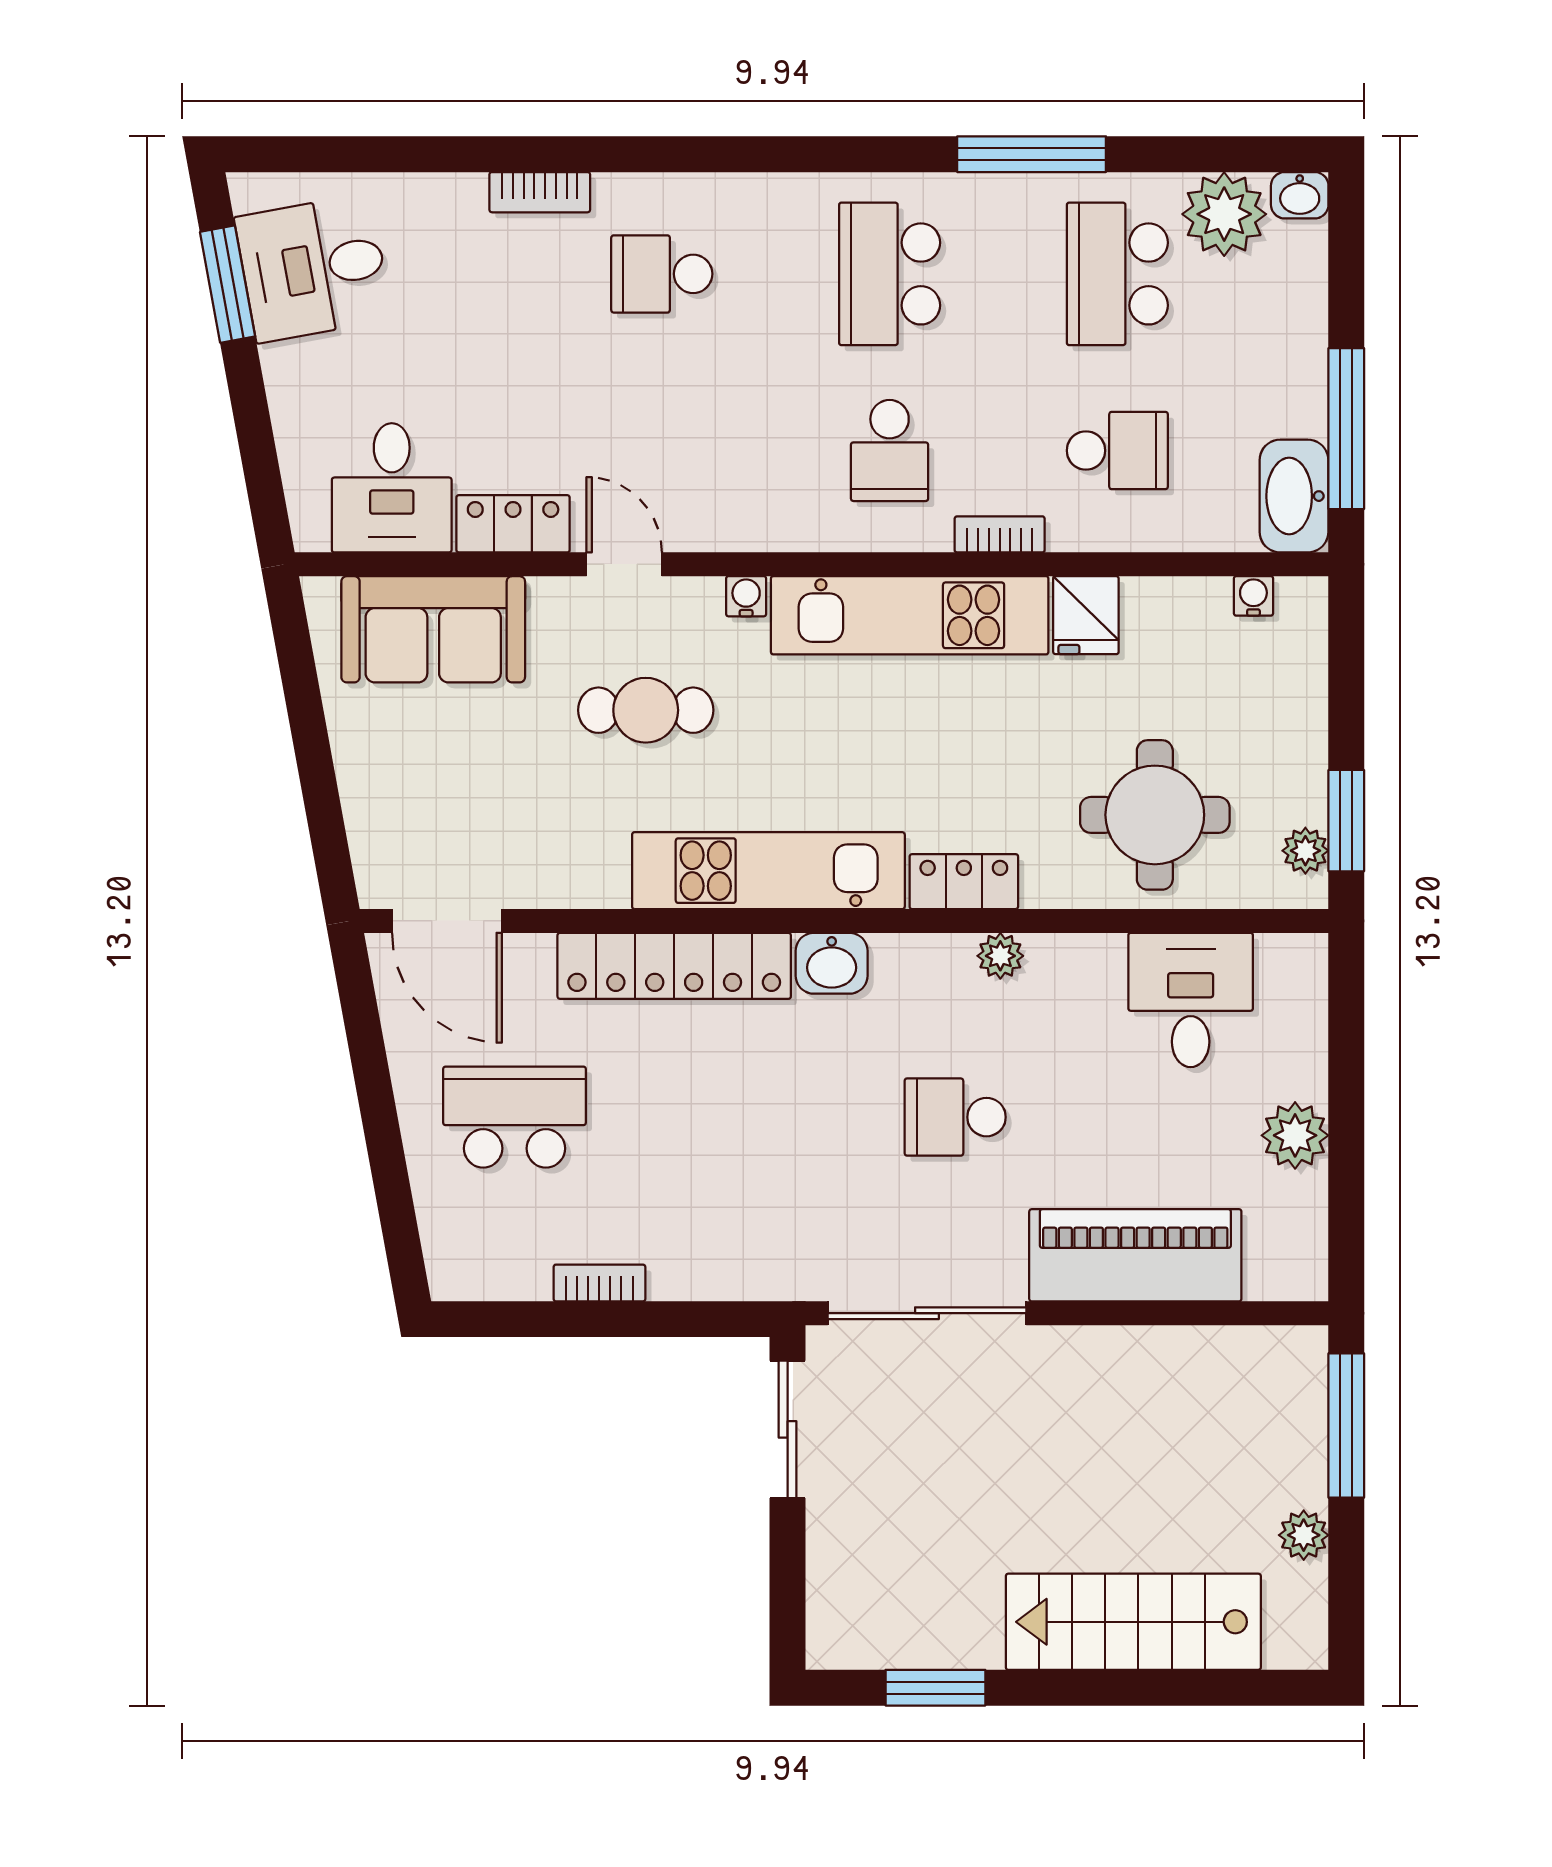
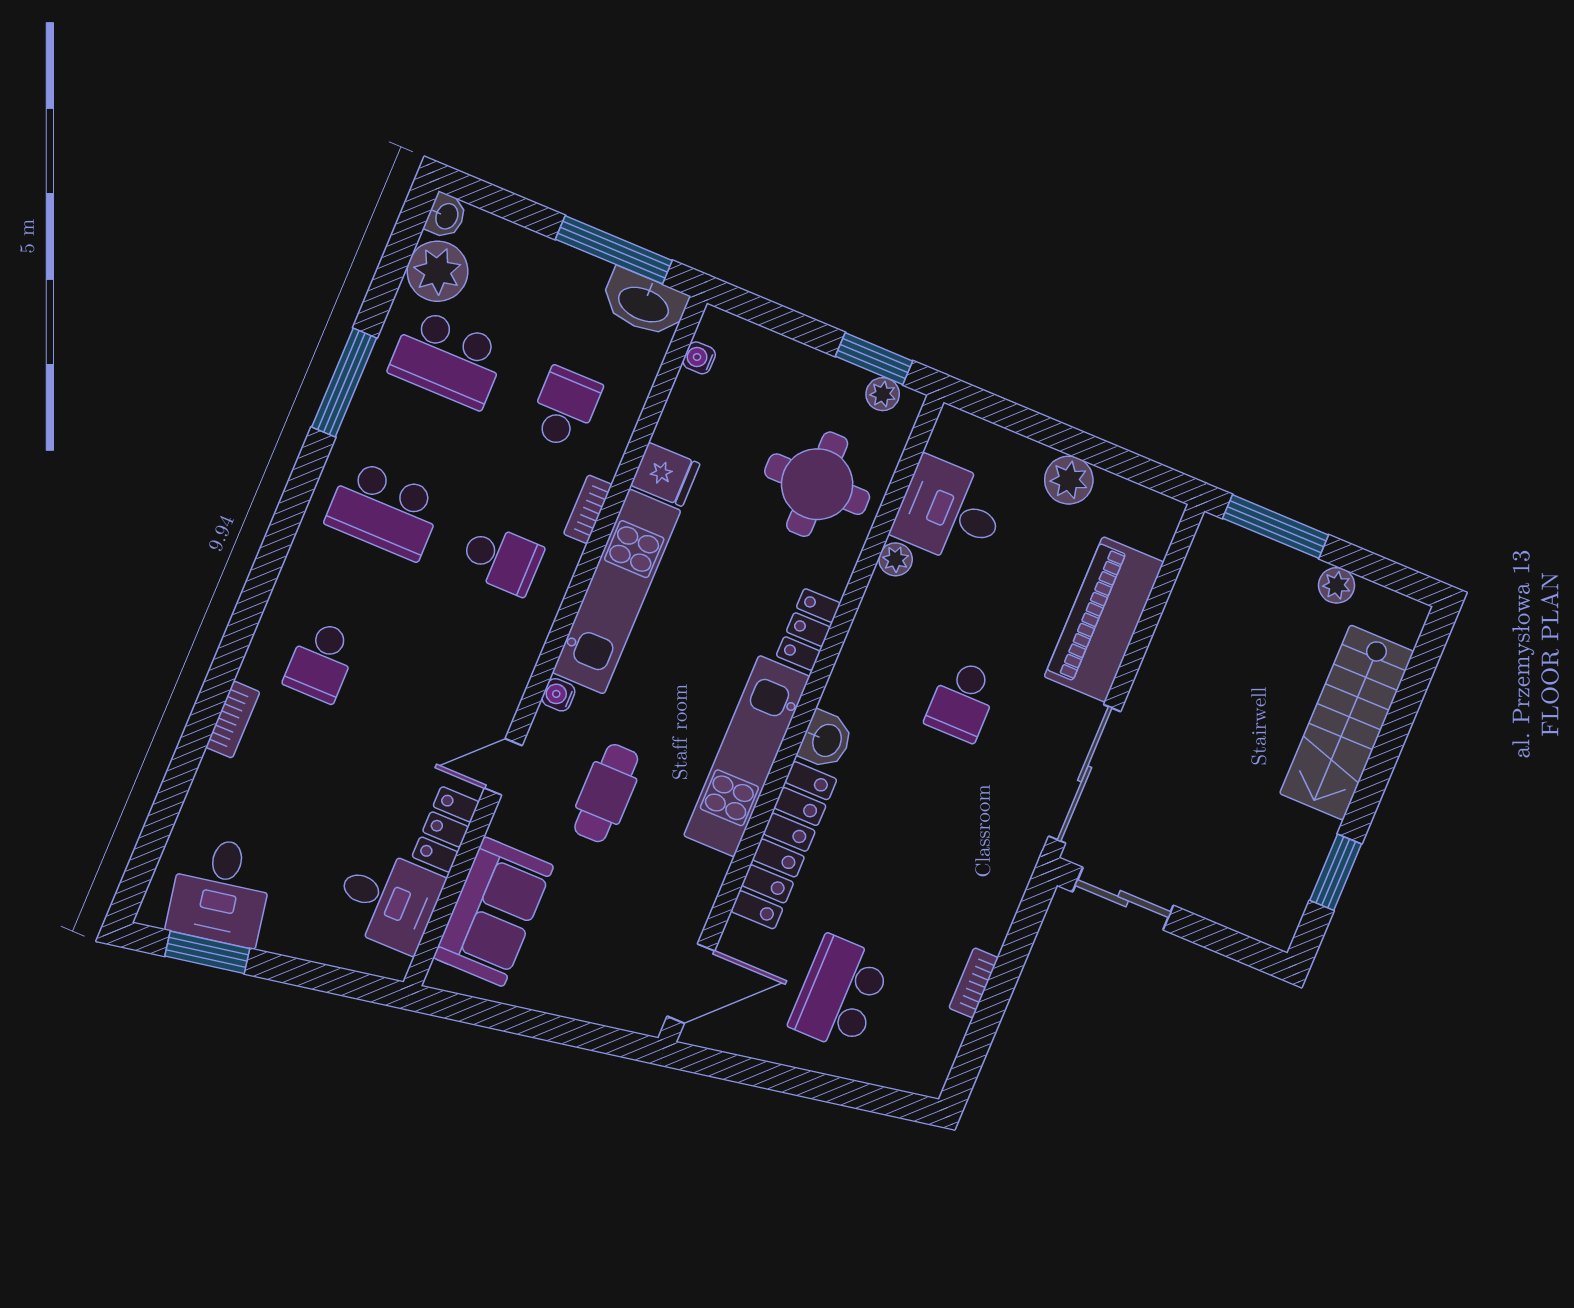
plant: (1000, 956) -> (896, 559), moved

